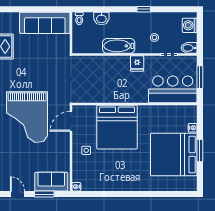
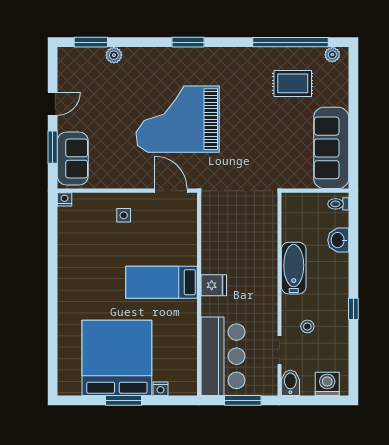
fridge: (137, 63) -> (214, 285), moved, turned 180
bed: (117, 127) -> (161, 282), width x0.49

